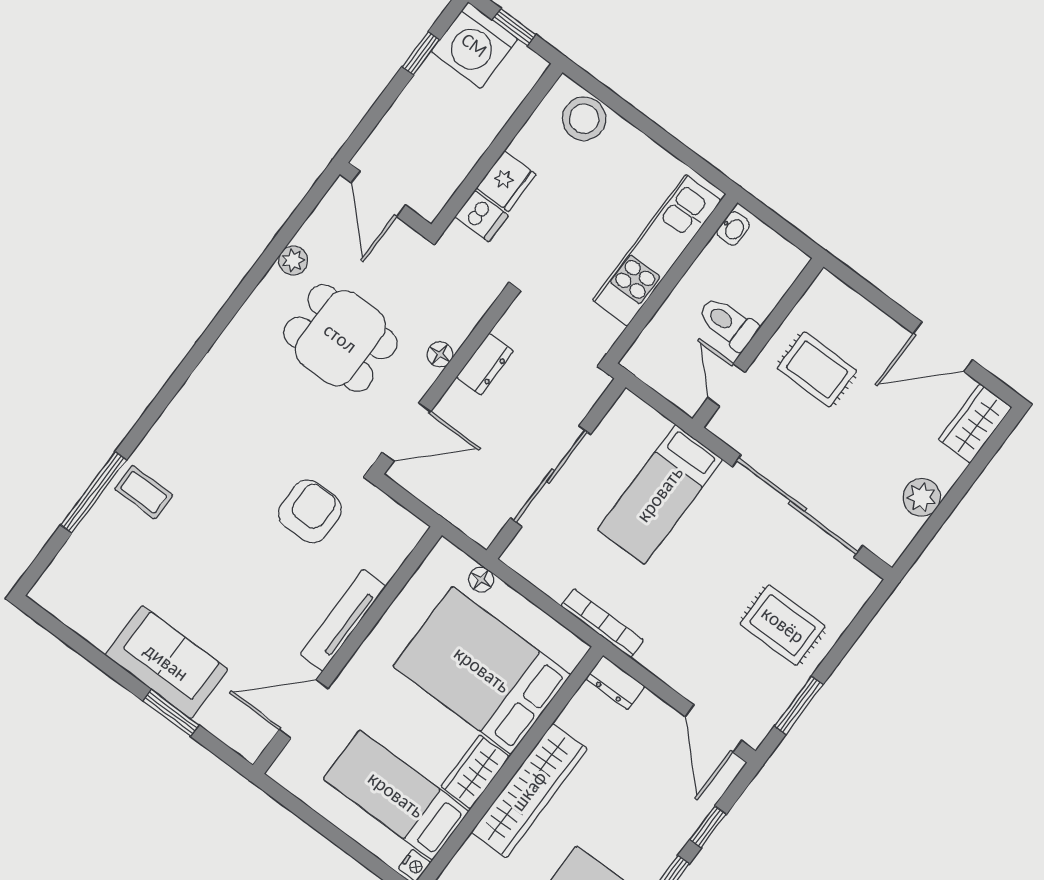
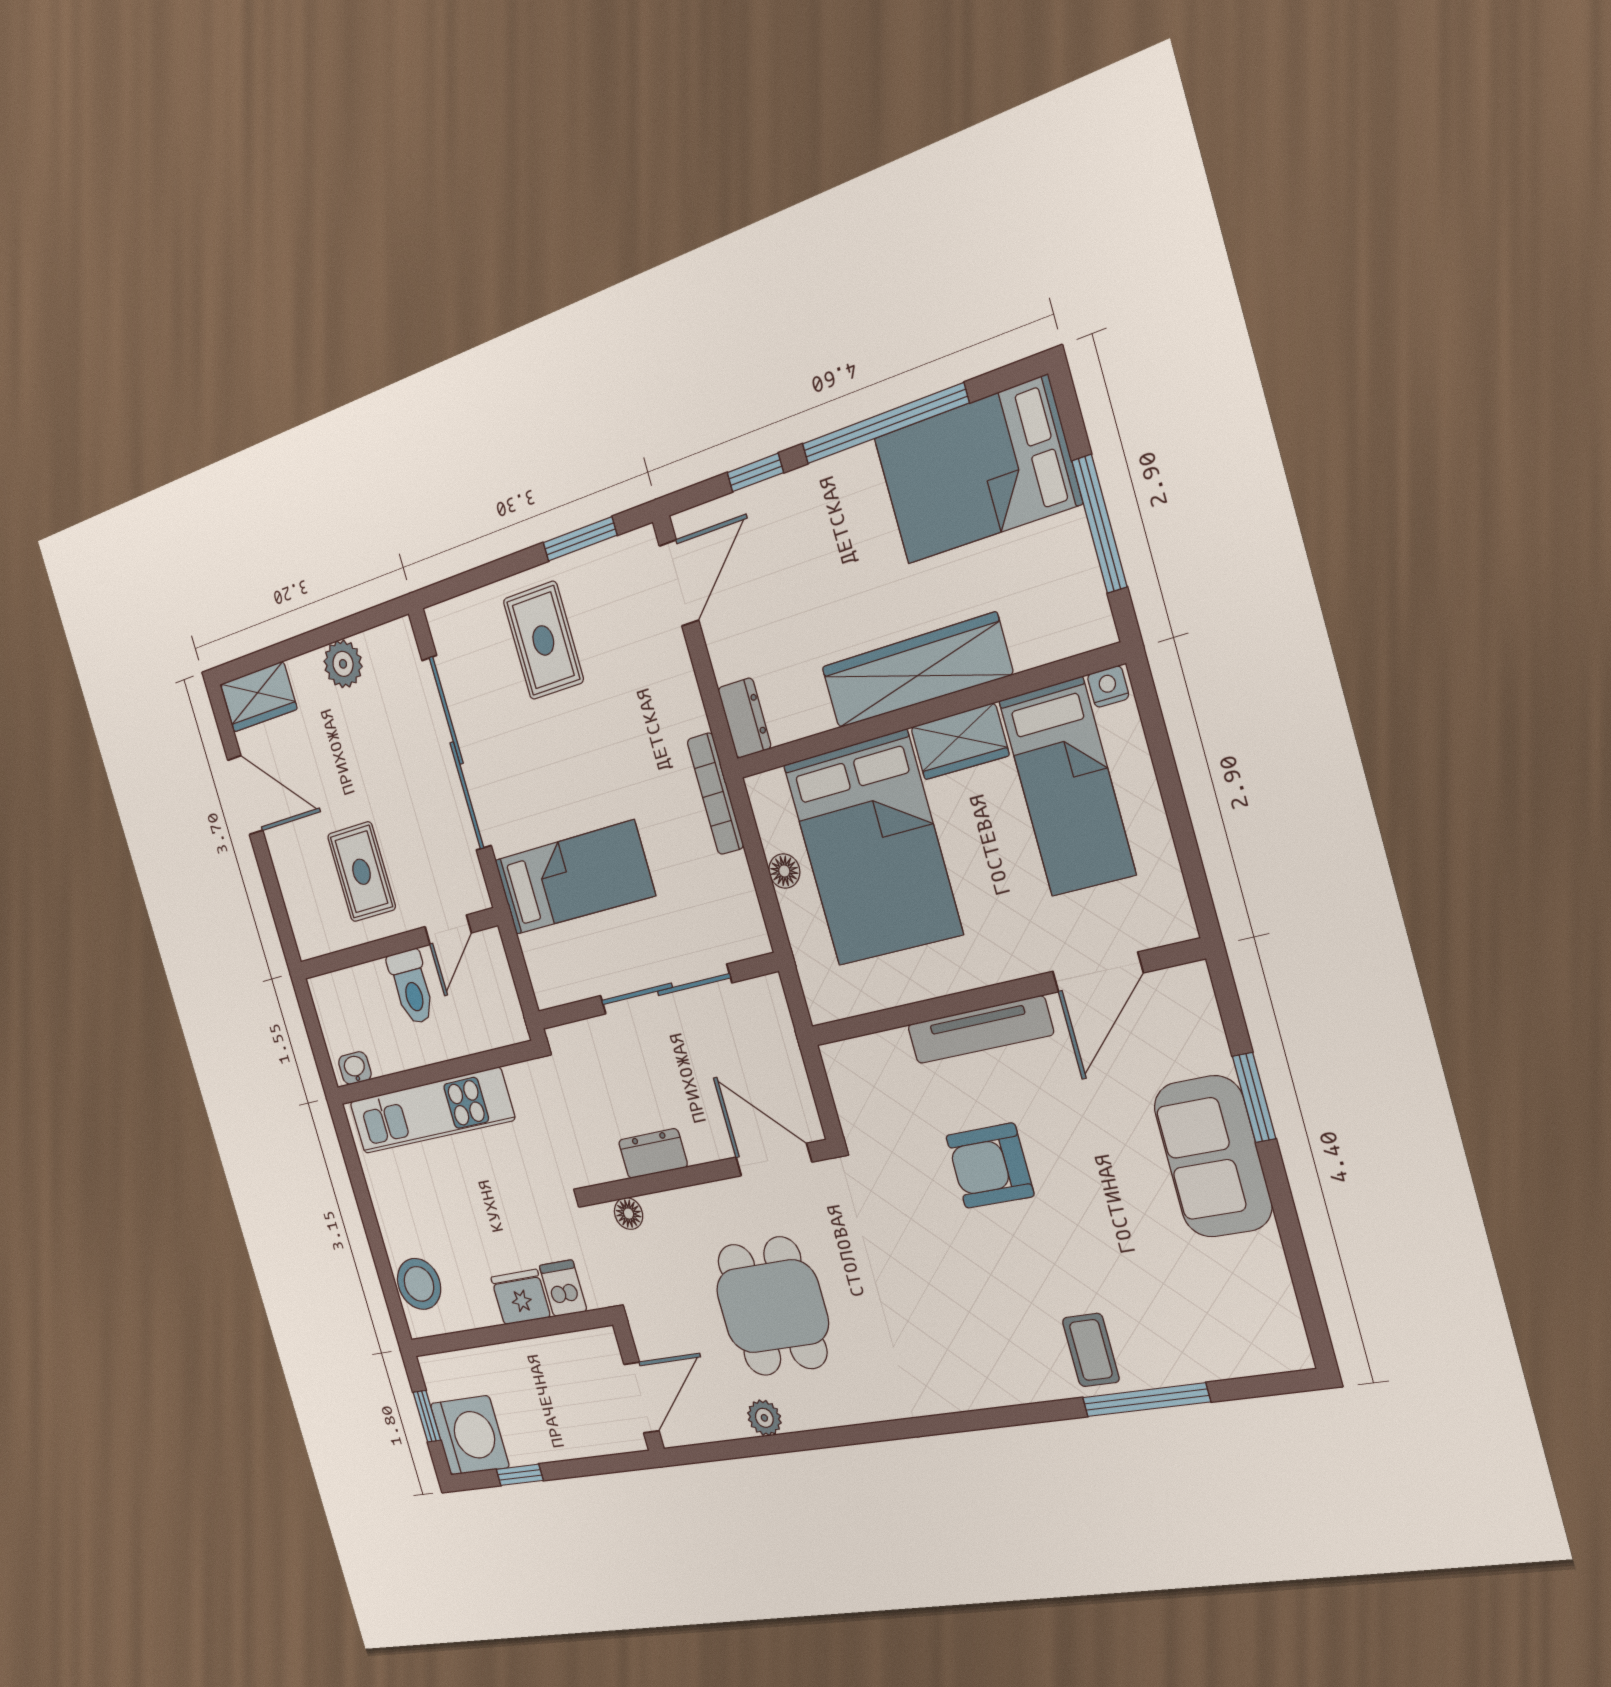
floor lamp: (440, 354) -> (629, 1214), moved
armchair: (310, 511) -> (990, 1166), moved
floor lamp: (481, 580) -> (784, 871), moved
door: (303, 709) -> (1098, 972), hinge flipped

